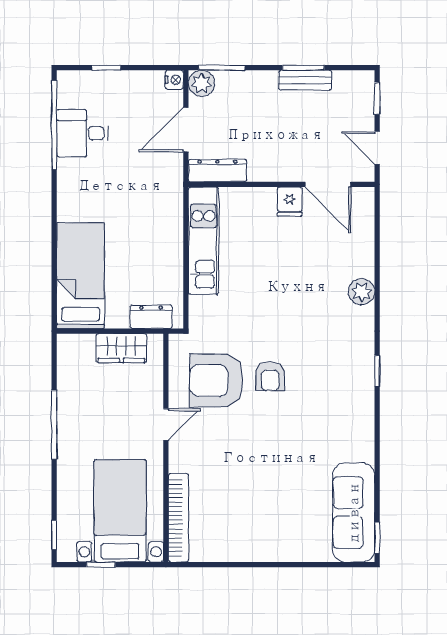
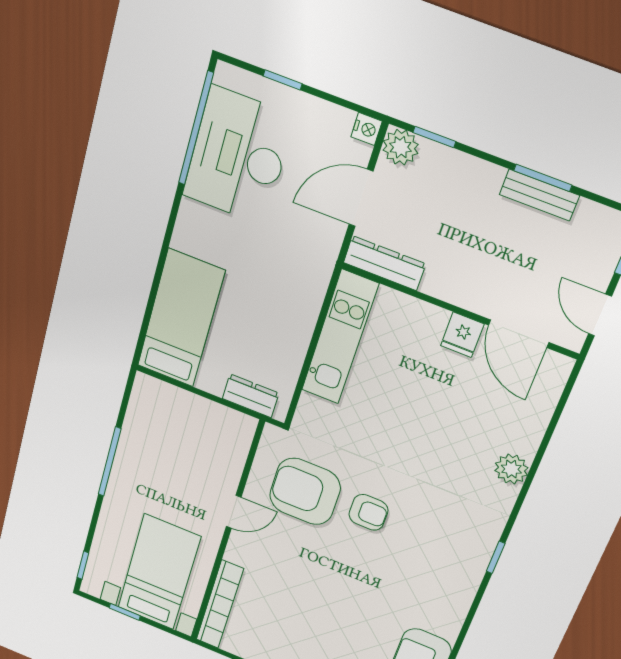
window: (222, 68) -> (434, 137), width x0.67
desk: (82, 133) -> (238, 156), width x1.87, depth x1.30
wardrobe: (121, 348) -> (206, 415), removed
armchair: (270, 376) -> (368, 512), turned -90

